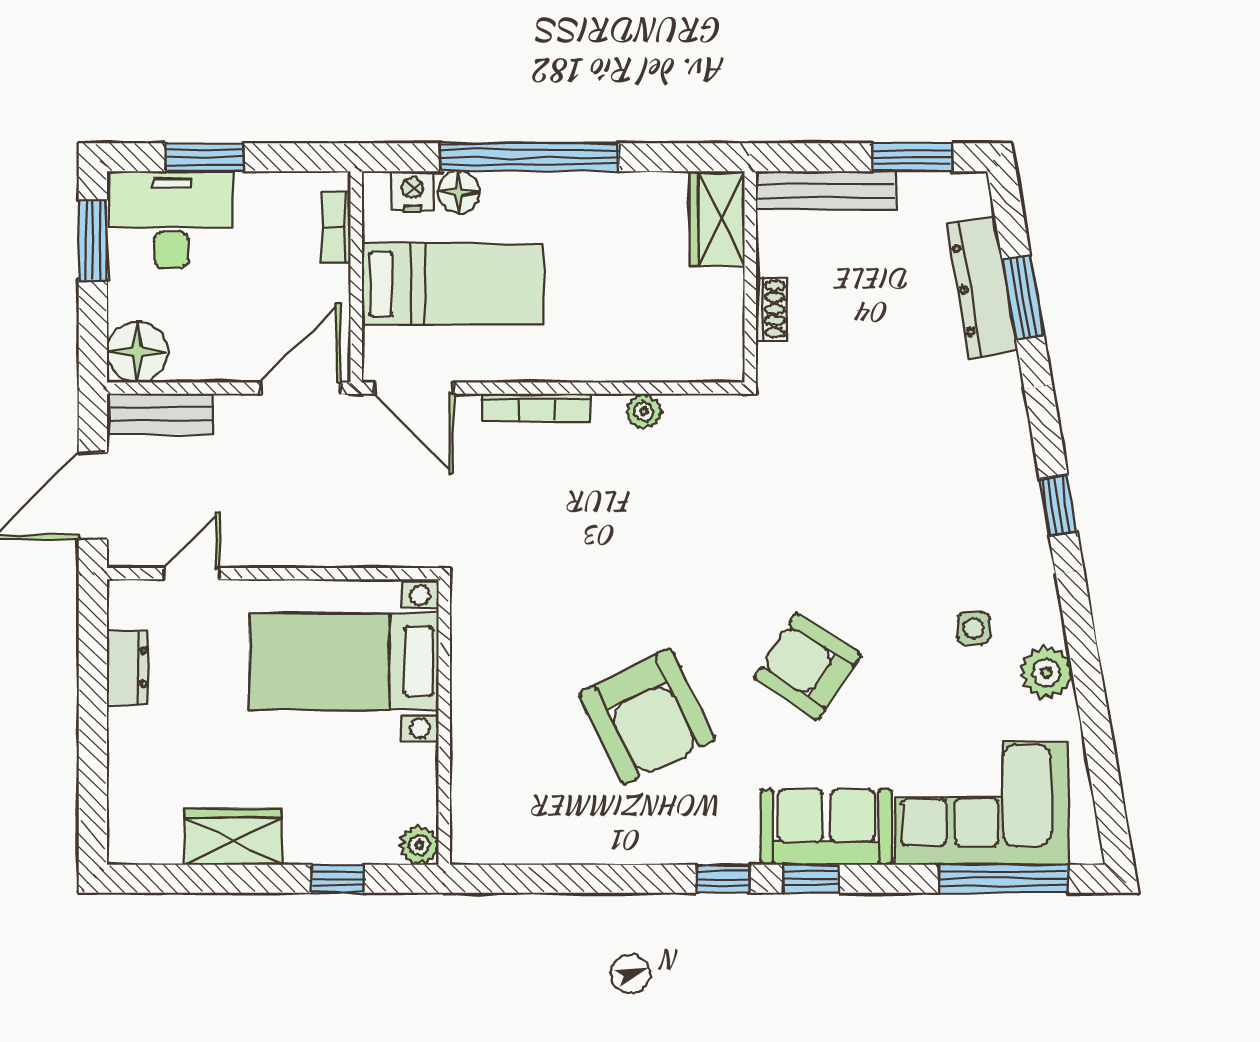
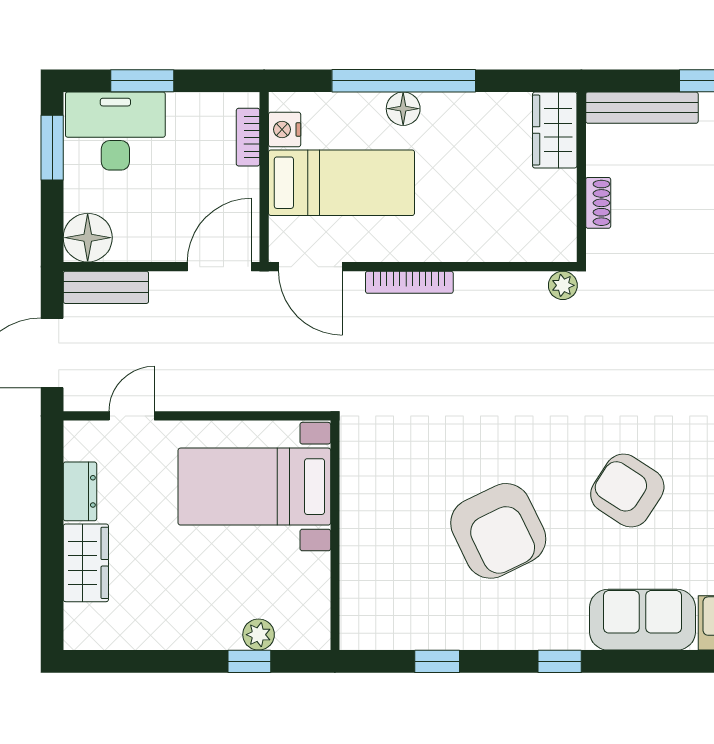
nightstand: (413, 191) -> (285, 129), moved, turned -90
floor lamp: (459, 192) -> (403, 109), moved
plant: (644, 411) -> (563, 285), moved
wardrobe: (234, 837) -> (86, 563), moved, turned 90
plant: (419, 845) -> (259, 635), moved
window: (811, 879) -> (437, 661), moved

